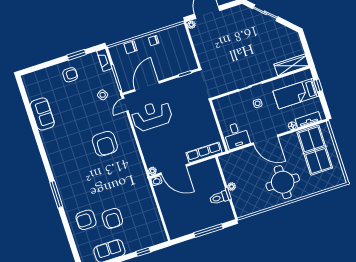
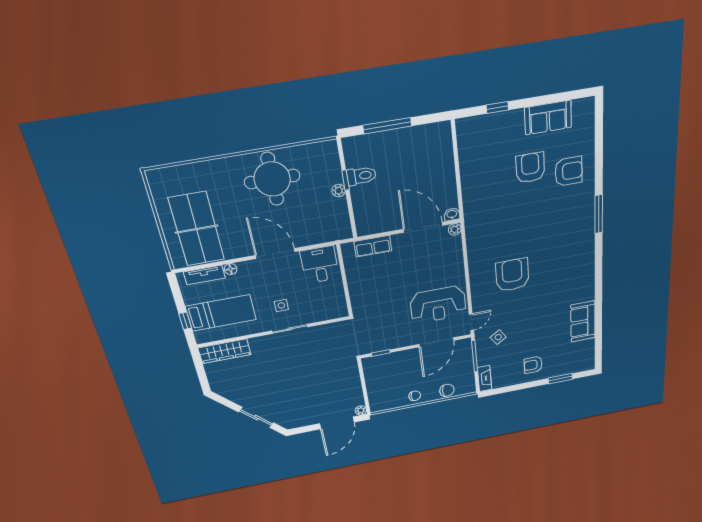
window: (76, 55) -> (560, 379), moved
row of seats: (204, 153) -> (373, 246), width x0.68
round table: (283, 182) -> (272, 179), moved

